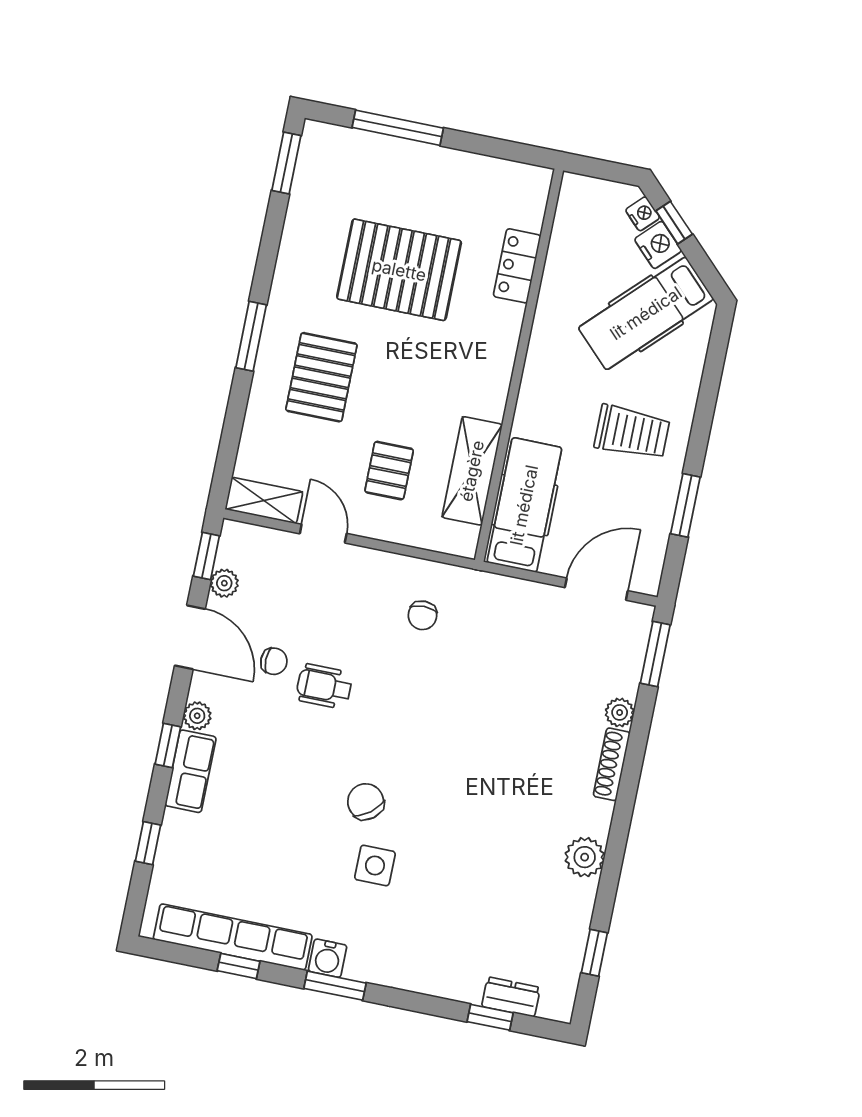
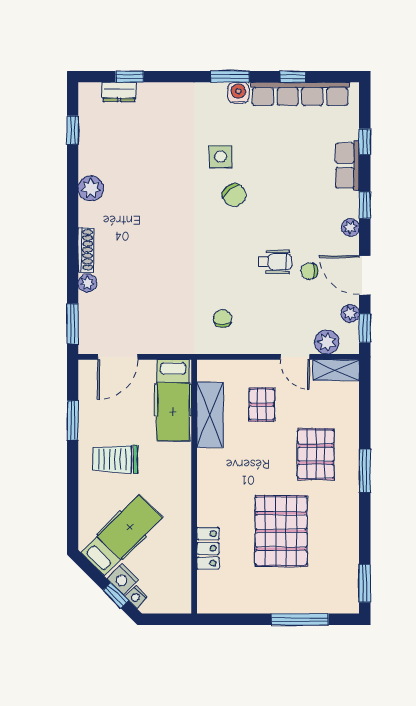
pallet: (399, 270) -> (281, 531), turned 90
plant: (269, 546) -> (327, 342), added
row of seats: (191, 771) -> (347, 166), moved

